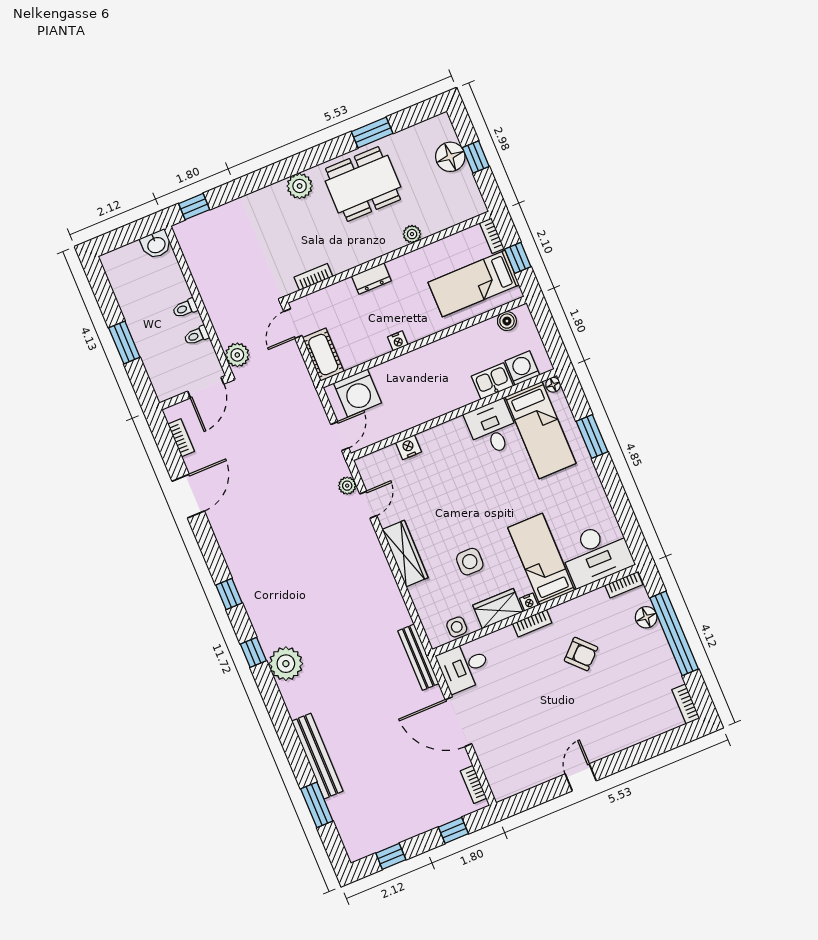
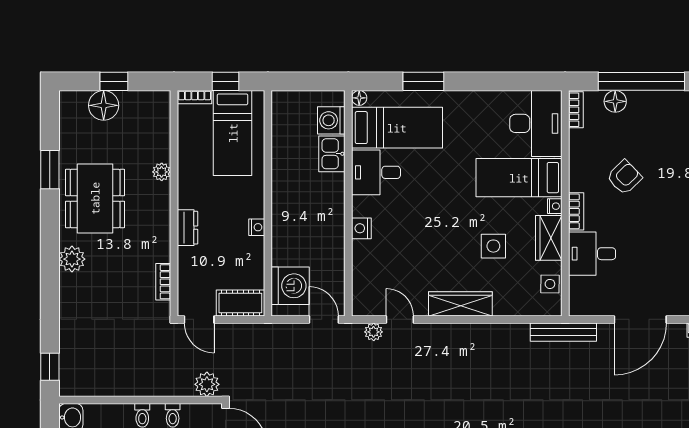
boiler: (507, 321) -> (281, 116), removed
nightstand: (409, 447) -> (361, 228), moved
desk: (464, 667) -> (592, 254), moved, turned 90

